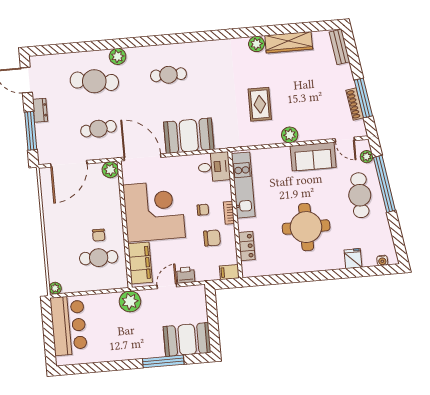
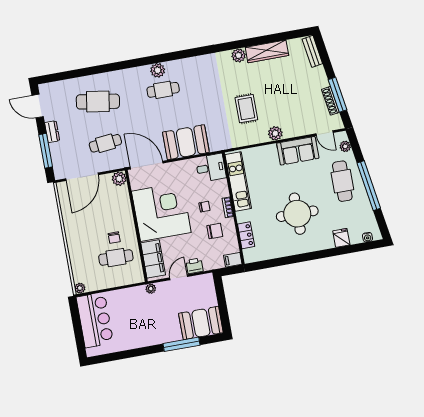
plant: (118, 56) -> (158, 70), moved
window: (384, 184) -> (369, 186), moved
plant: (130, 301) -> (151, 289), width x0.53, depth x0.53

